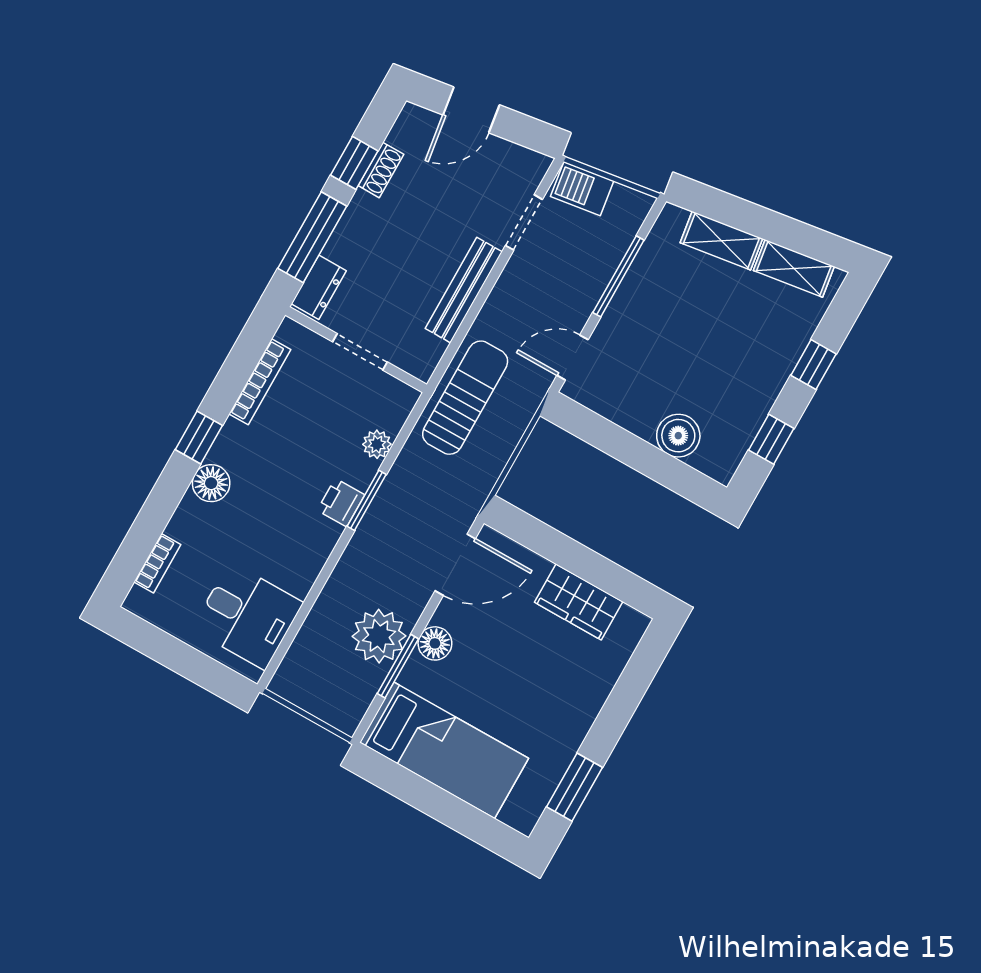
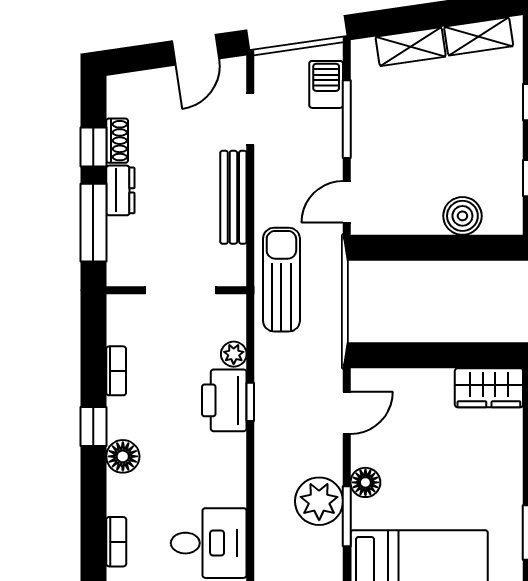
door: (471, 110) -> (196, 50), moved
barbecue: (582, 189) -> (326, 84), moved, turned 98
dresser: (319, 287) -> (120, 190), moved
doorway: (360, 352) -> (180, 290), width x1.38
bookcase: (260, 382) -> (116, 371), width x0.64
window: (367, 500) -> (250, 402), width x0.67
printer: (341, 503) -> (224, 400), width x1.87, depth x1.48
door: (455, 565) -> (347, 413), width x0.73
wardrobe: (579, 602) -> (489, 388), moved

